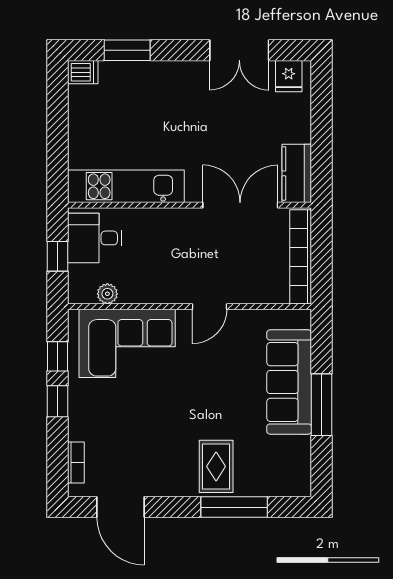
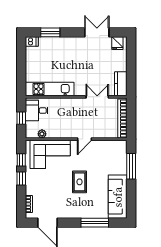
double door: (239, 50) -> (97, 32), swing flipped
double door: (240, 205) -> (97, 97), width x0.73
sofa: (289, 382) -> (118, 197), moved
window: (321, 405) -> (131, 166), moved
rug: (216, 466) -> (80, 182), moved

